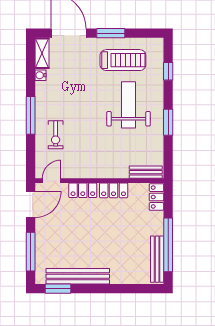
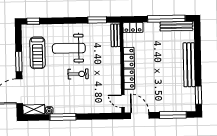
treadmill: (123, 60) -> (38, 53), turned 180
window: (168, 71) -> (33, 21), moved
window: (31, 115) -> (63, 117), moved
window: (168, 122) -> (97, 20), moved
exercise bike: (56, 135) -> (78, 74), moved
bench: (78, 276) -> (189, 65), moved

